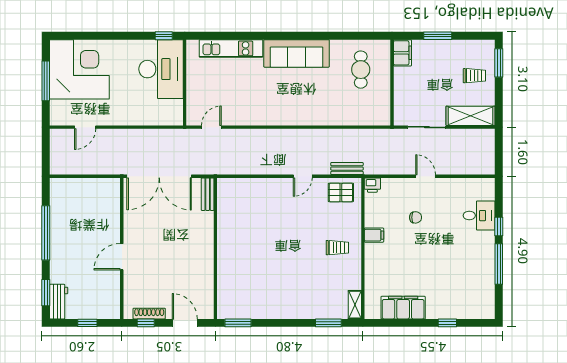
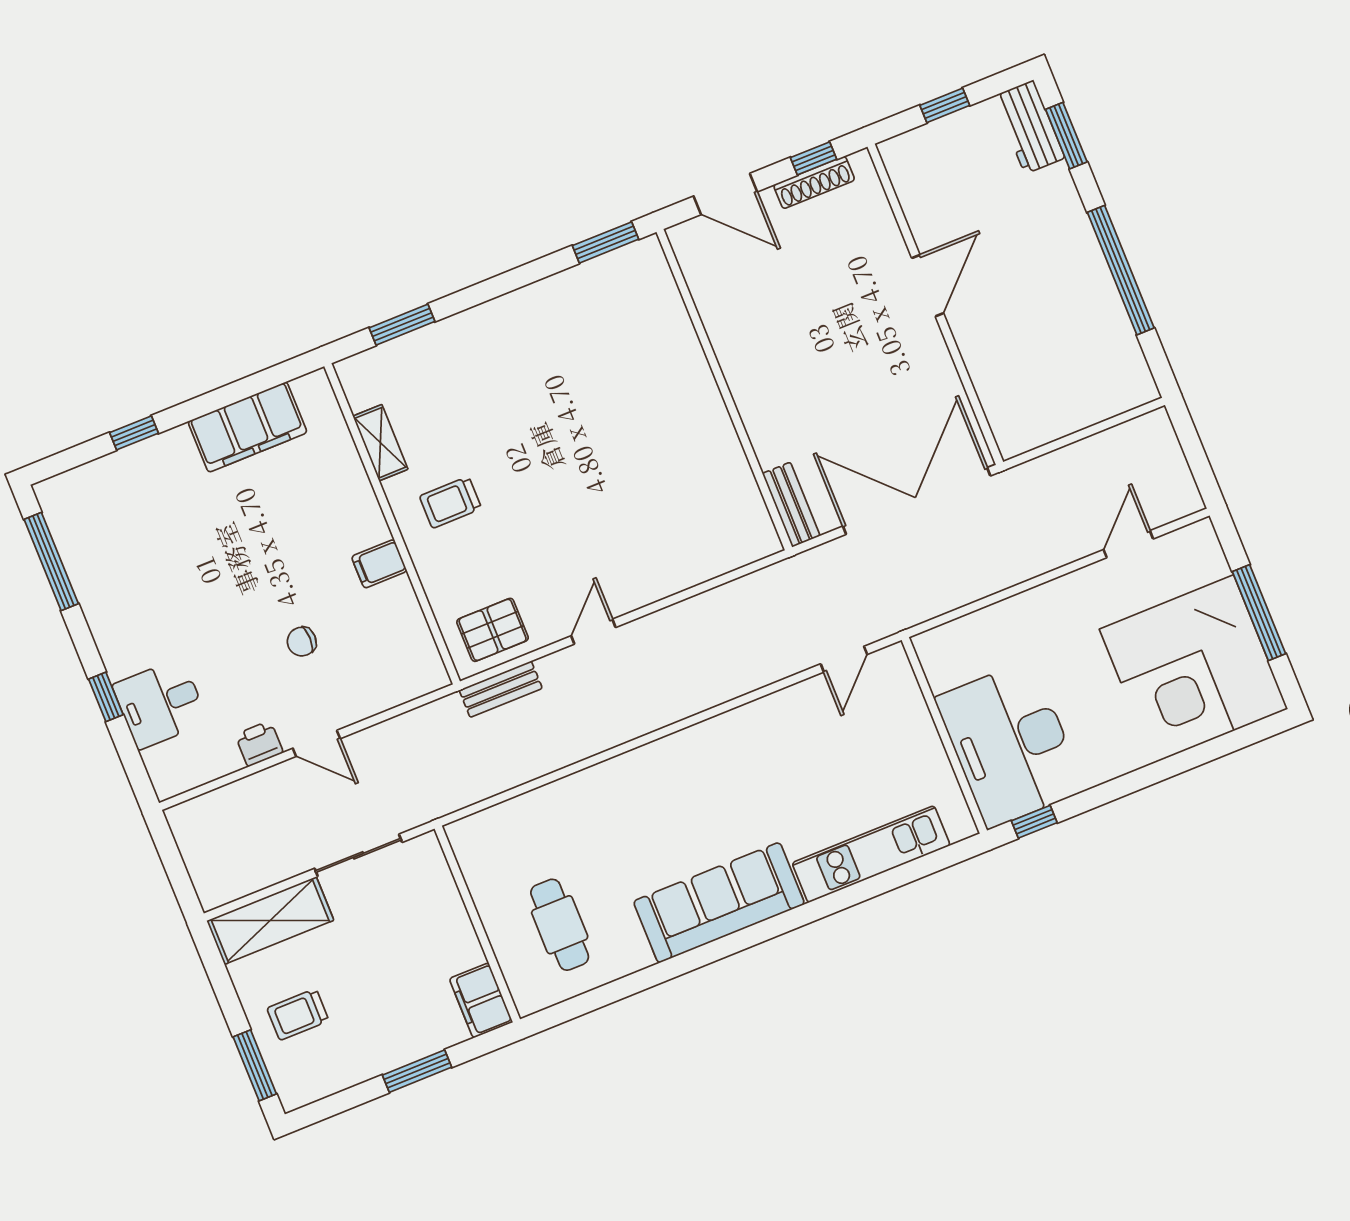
printer: (372, 185) -> (259, 744), moved
window: (499, 264) -> (51, 562), moved
shelving: (355, 305) -> (380, 443), moved

